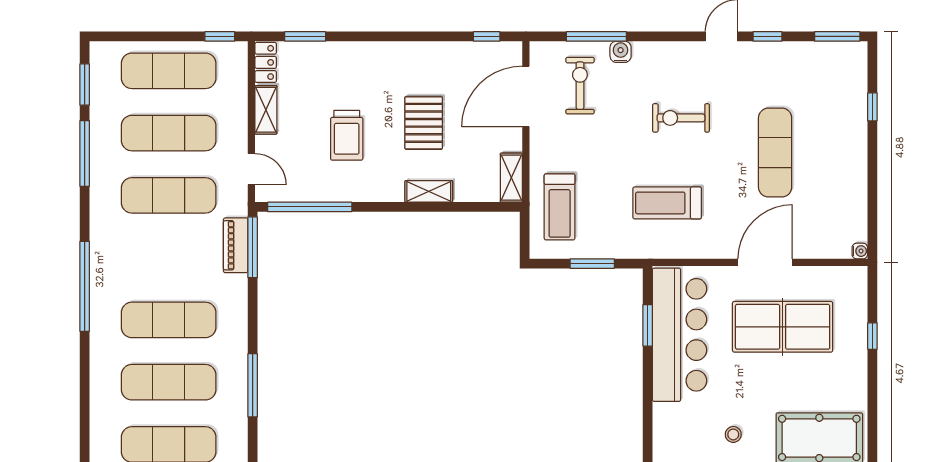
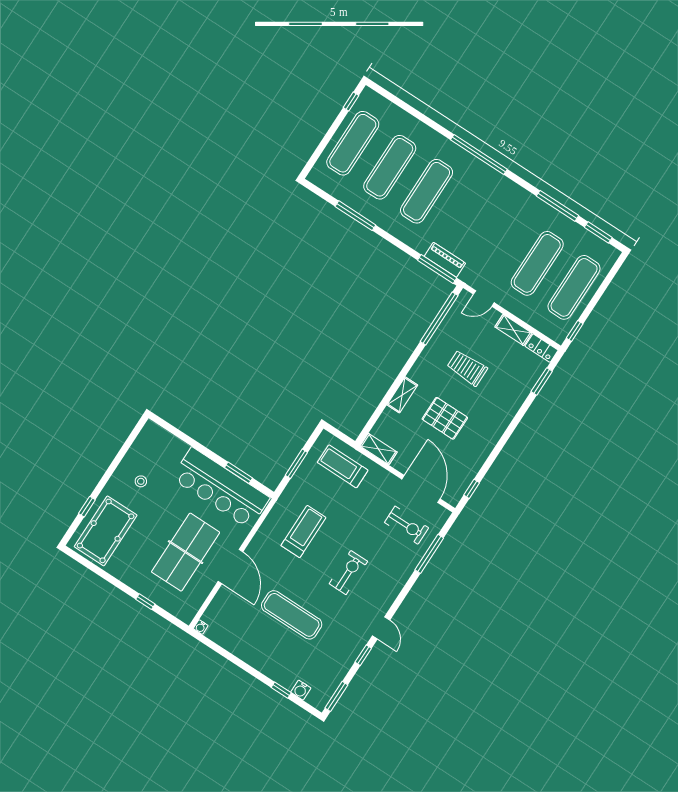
water cooler: (621, 52) -> (301, 690), moved, turned 90
exercise mat: (169, 195) -> (500, 239), removed

